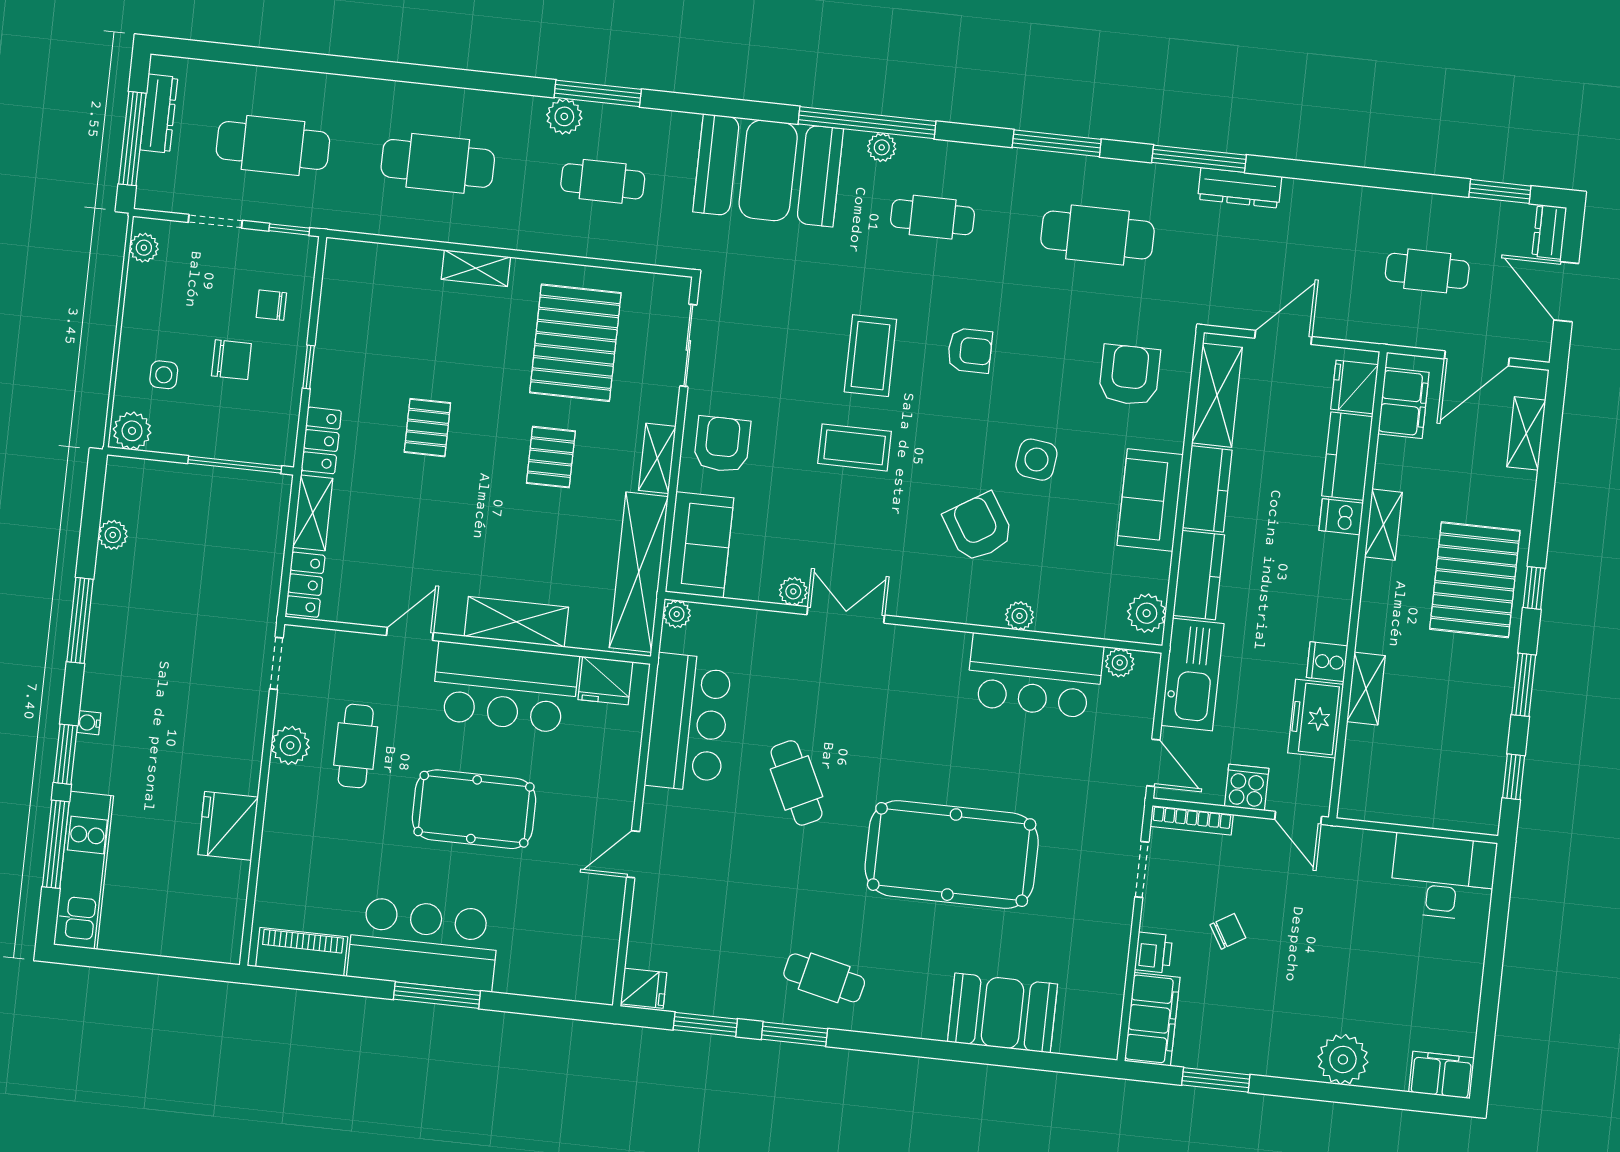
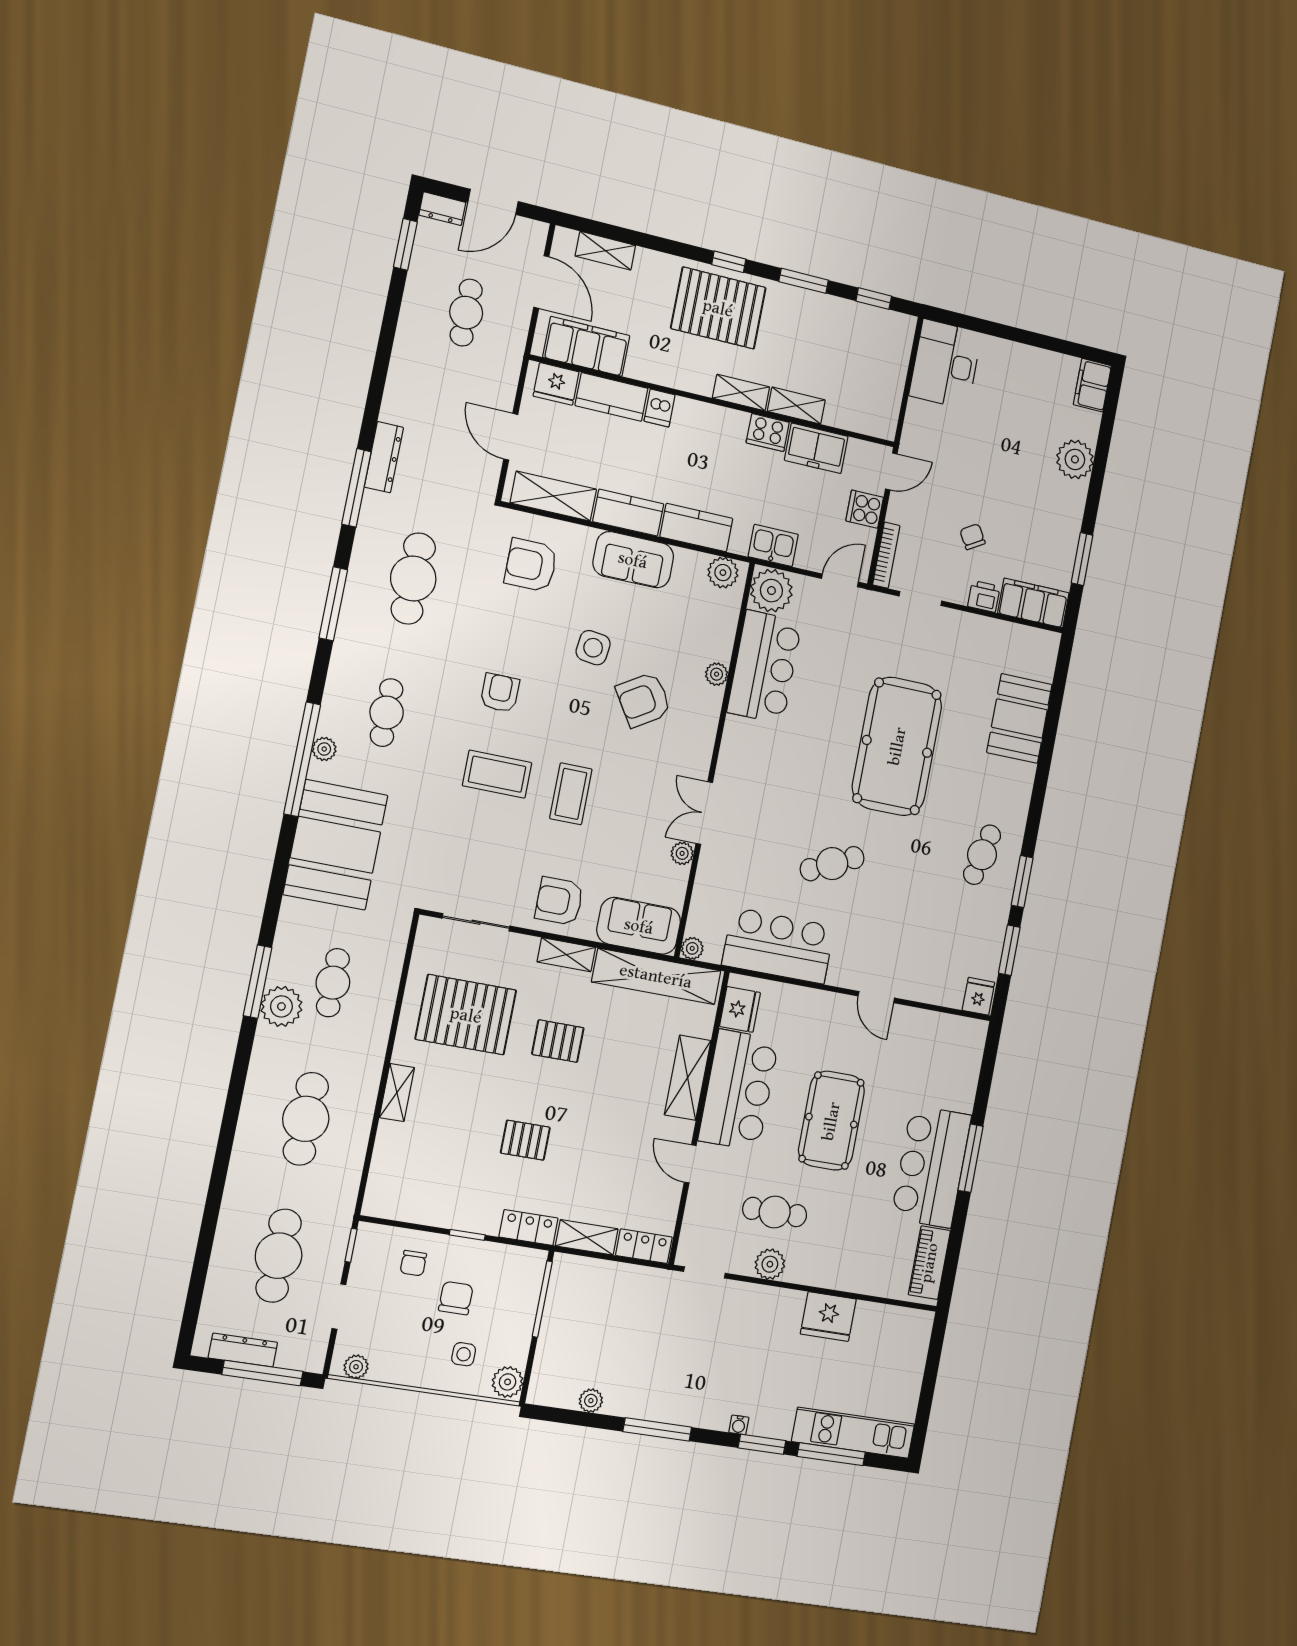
plant: (564, 116) -> (281, 1006), width x1.36, depth x1.36
filing cabinet: (1404, 403) -> (586, 346), width x1.50, depth x1.17
shelving: (1383, 525) -> (741, 393), moved
cooker: (1327, 662) -> (768, 433), width x1.36
plant: (1120, 663) -> (771, 591), width x1.88, depth x1.88
kitchen sink: (1192, 674) -> (773, 545), width x0.53, depth x0.81

